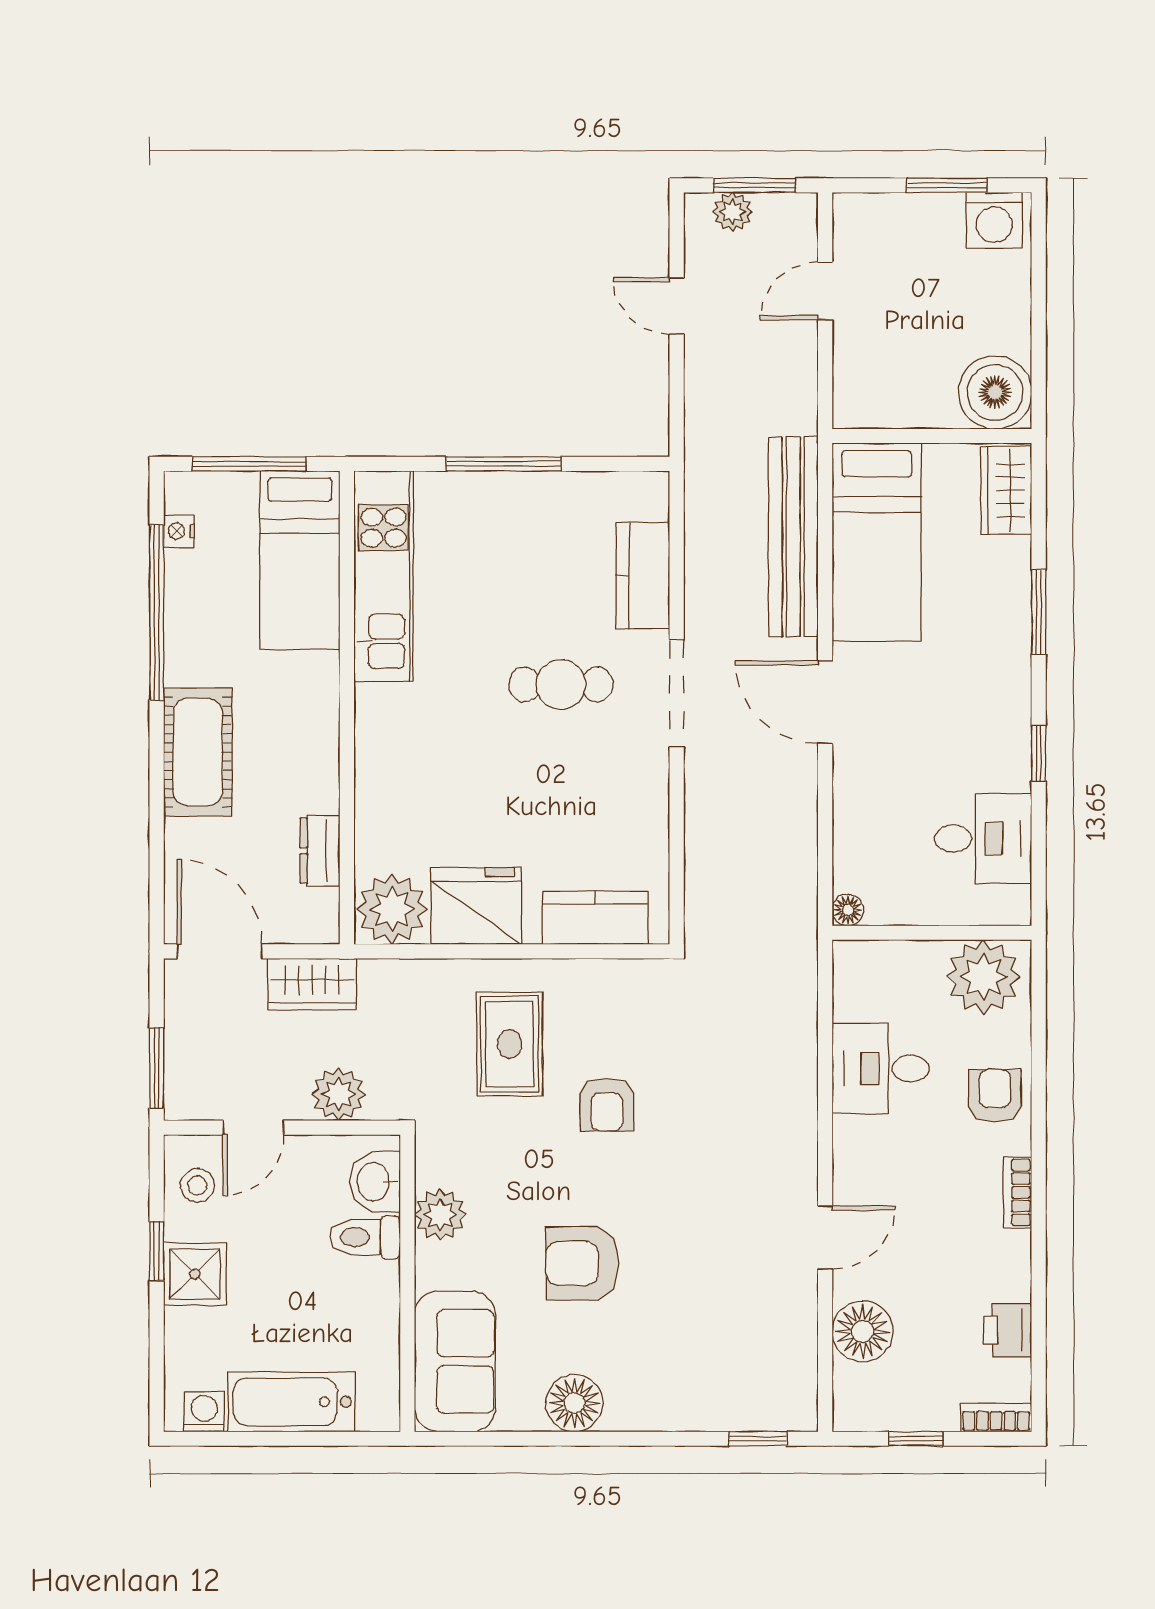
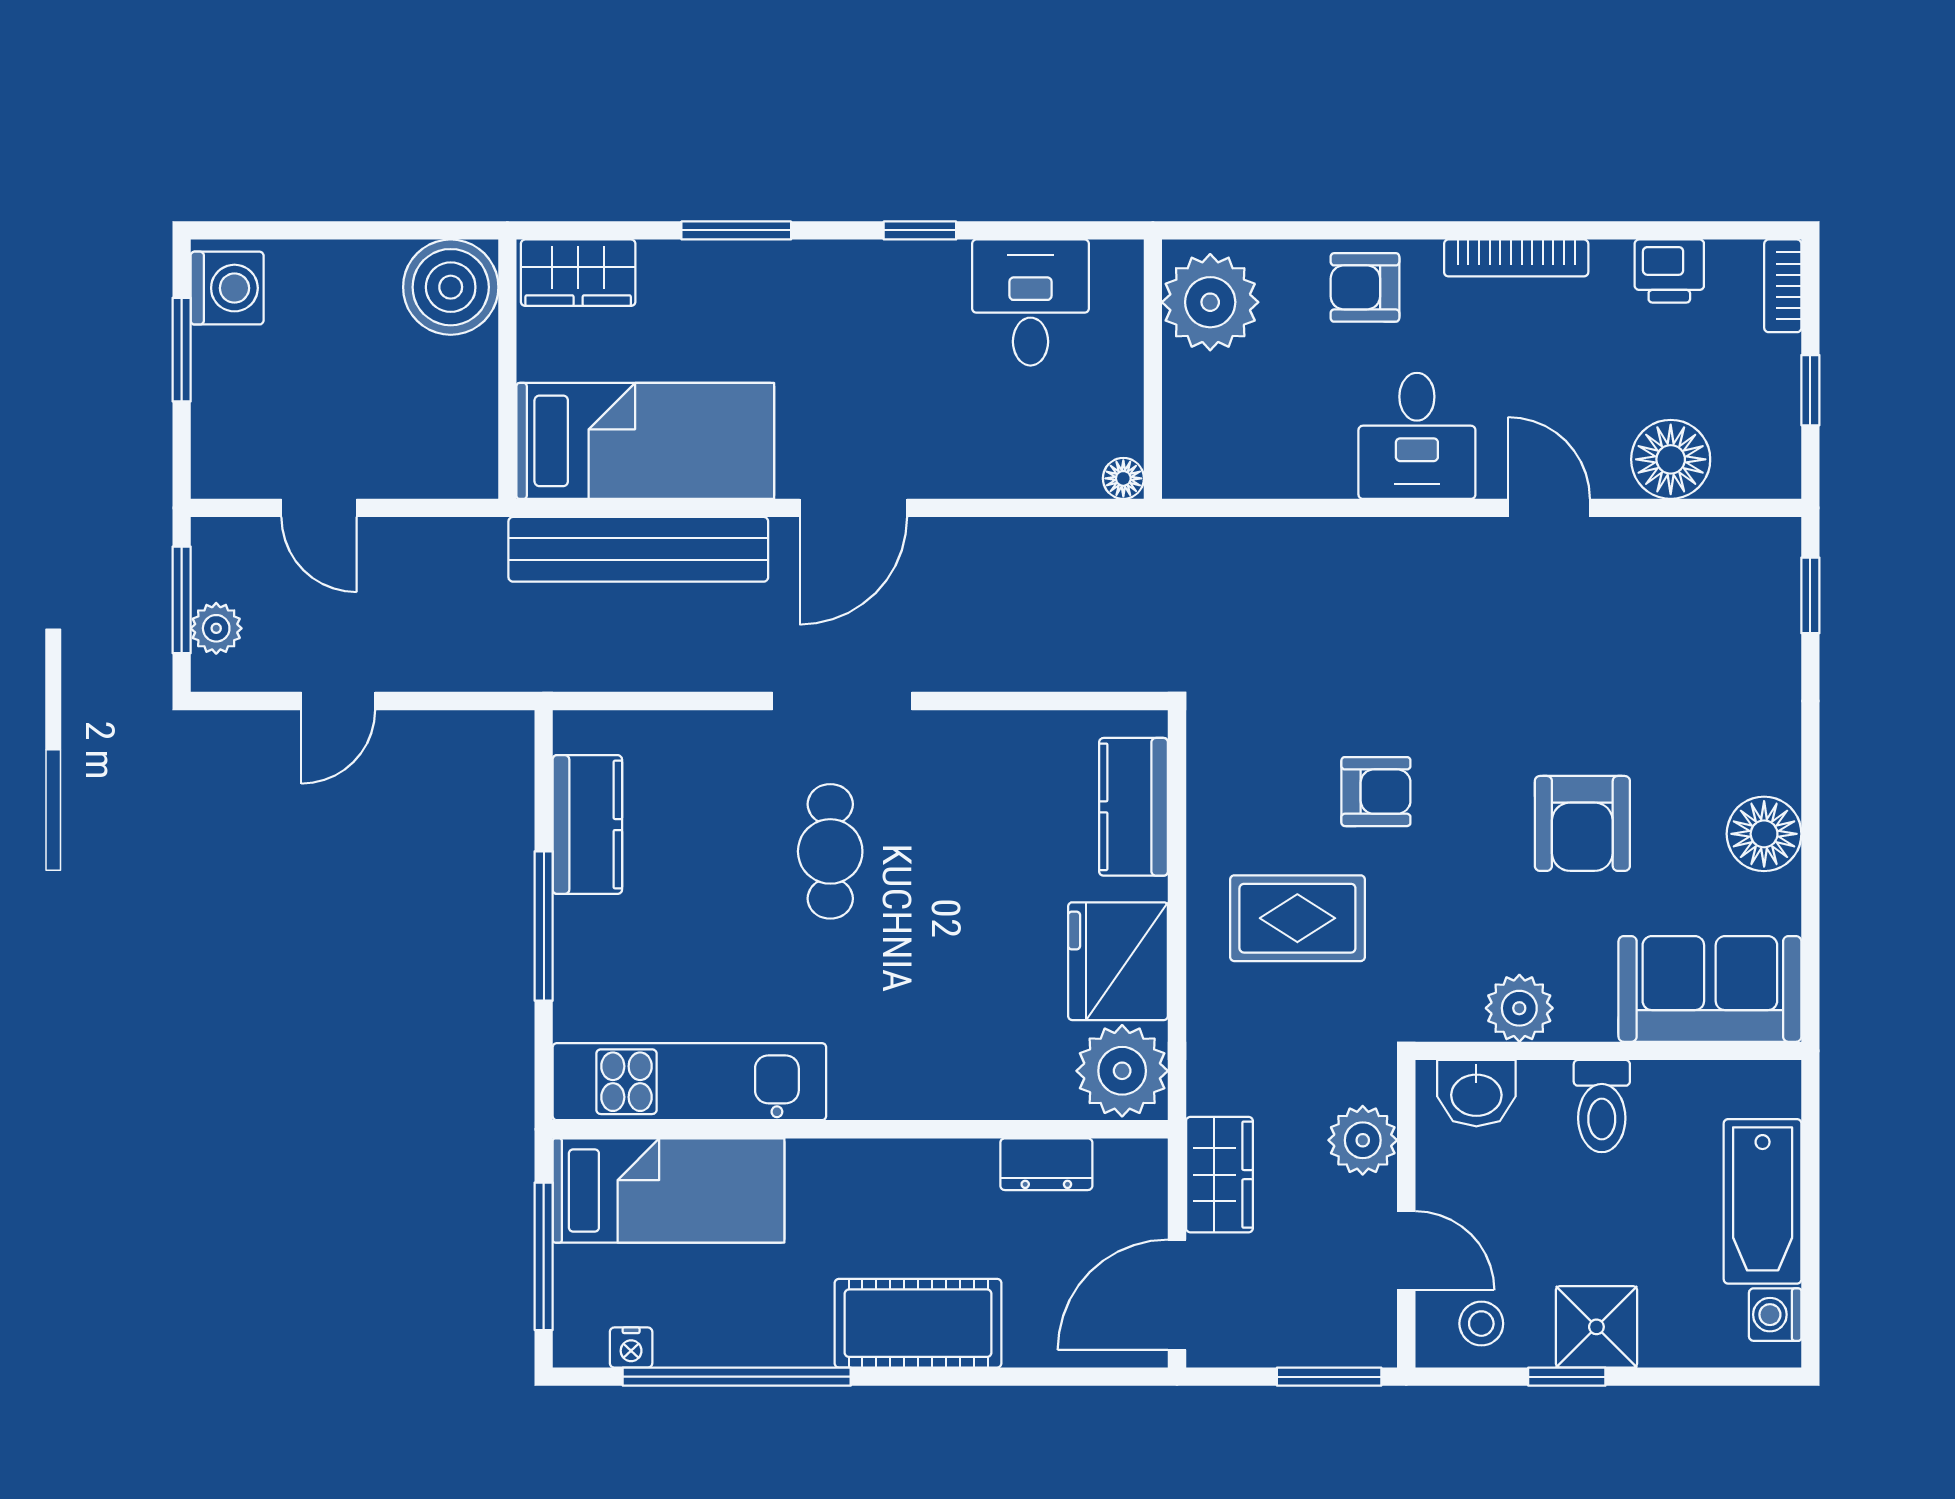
kitchen counter: (643, 576) -> (587, 825), moved, turned -90
desk: (881, 1069) -> (1417, 436), moved
bookcase: (1017, 1192) -> (1516, 258), width x1.56
toilet: (365, 1237) -> (1602, 1106), moved

